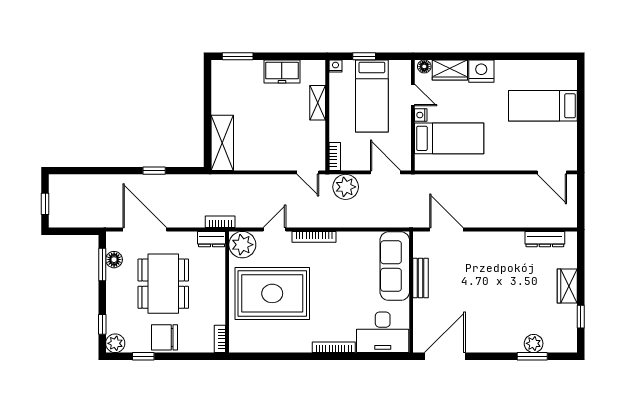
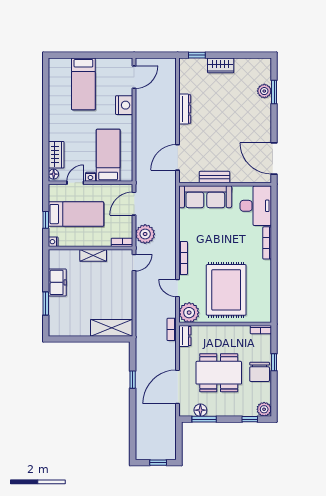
window: (238, 56) -> (46, 304), moved
nightstand: (481, 71) -> (124, 105), moved, turned 180
shelving: (318, 103) -> (93, 255), moved
dresser: (545, 239) -> (185, 109), moved
window: (581, 317) -> (197, 55), moved
window: (143, 356) -> (274, 362), moved

